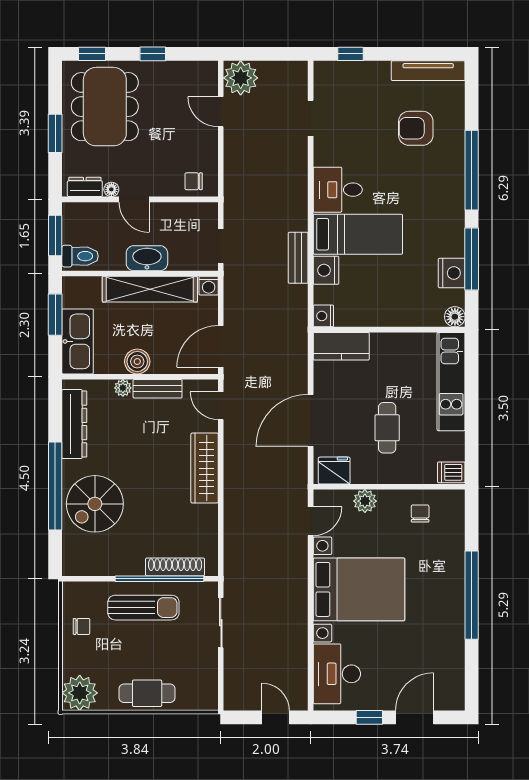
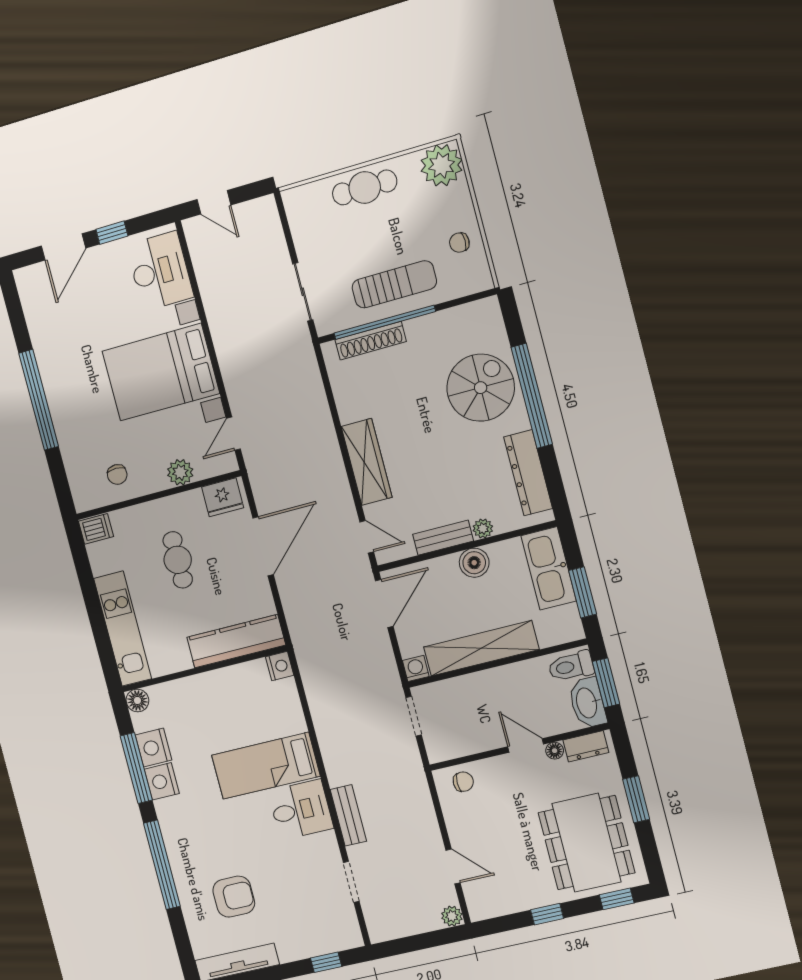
plant: (241, 78) -> (452, 916), width x0.53, depth x0.53
washbasin: (147, 258) -> (587, 703), moved, turned 90
bench: (298, 258) -> (348, 815), moved
nightstand: (326, 270) -> (162, 781), moved, turned 180
kitchen counter: (341, 346) -> (236, 641), width x1.50
sun lounger: (143, 608) -> (394, 284), turned 180

